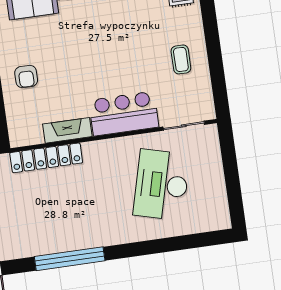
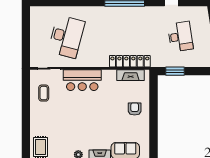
coffee table: (181, 59) -> (44, 93), moved
fireplace: (67, 130) -> (131, 75), moved

